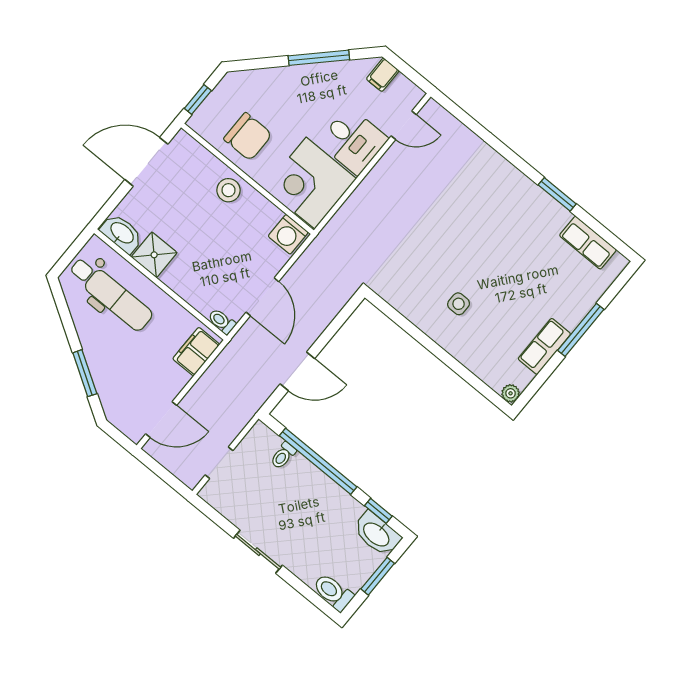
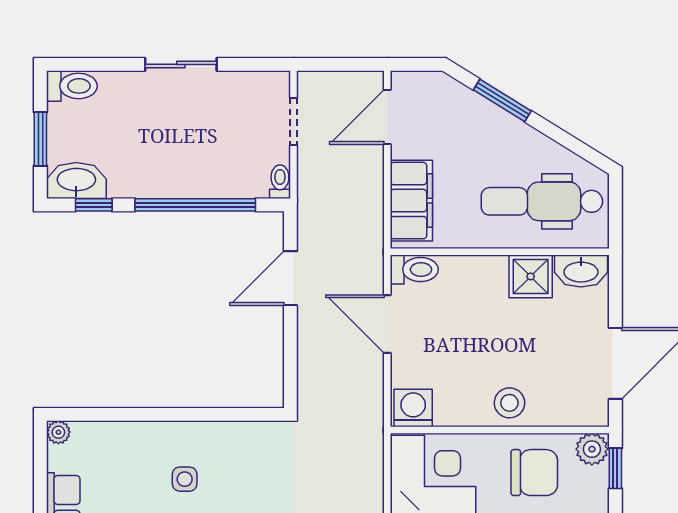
plant: (202, 122) -> (592, 449), added
chair: (248, 137) -> (534, 473), turned 180
toilet: (222, 321) -> (414, 269), width x1.37, depth x1.39
filing cabinet: (196, 352) -> (411, 201), width x1.50, depth x1.17
toilet: (283, 455) -> (280, 182), moved

